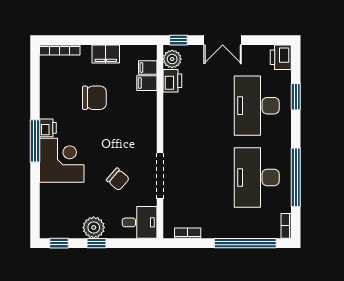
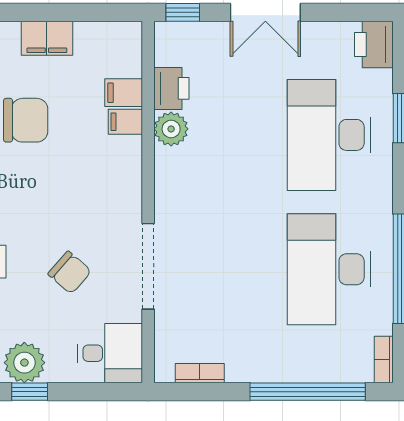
plant: (172, 59) -> (171, 129), moved
filing cabinet: (148, 67) -> (125, 122), moved

